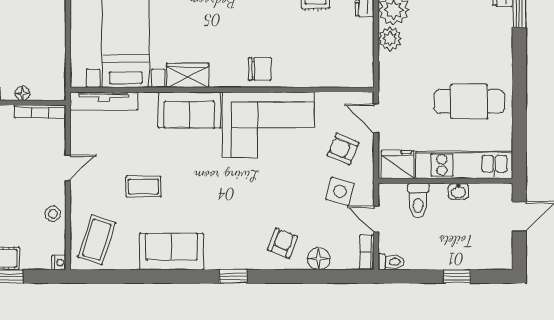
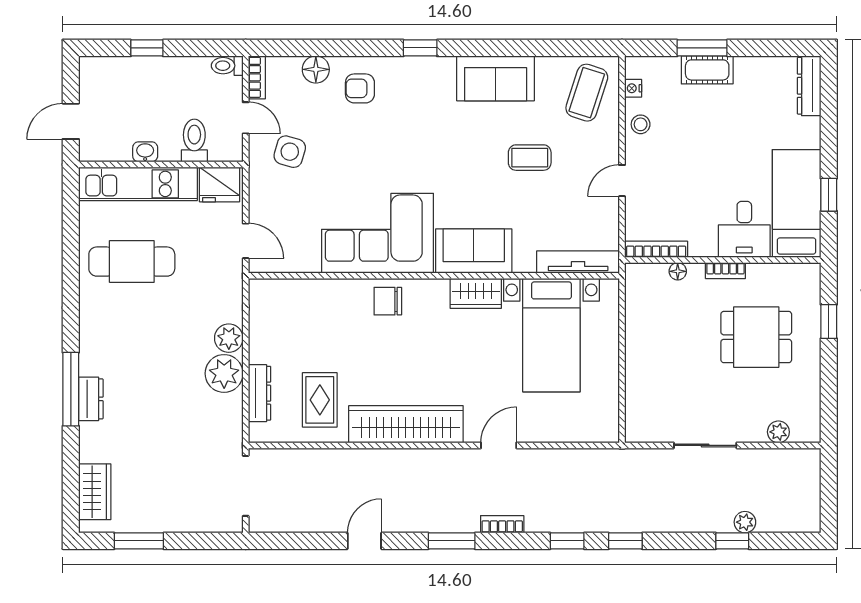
armchair: (343, 149) -> (286, 203), removed
armchair: (283, 243) -> (360, 88), turned 69
nightstand: (59, 263) -> (633, 88), moved

